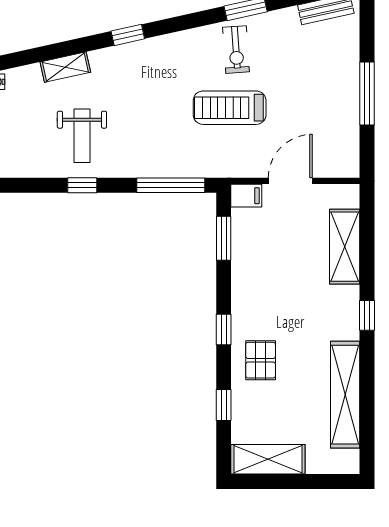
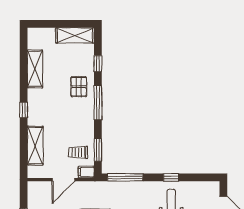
trolley: (262, 233) -> (78, 152), added
window: (224, 330) -> (98, 103), width x2.17
shelving: (345, 395) -> (35, 69), width x0.68

